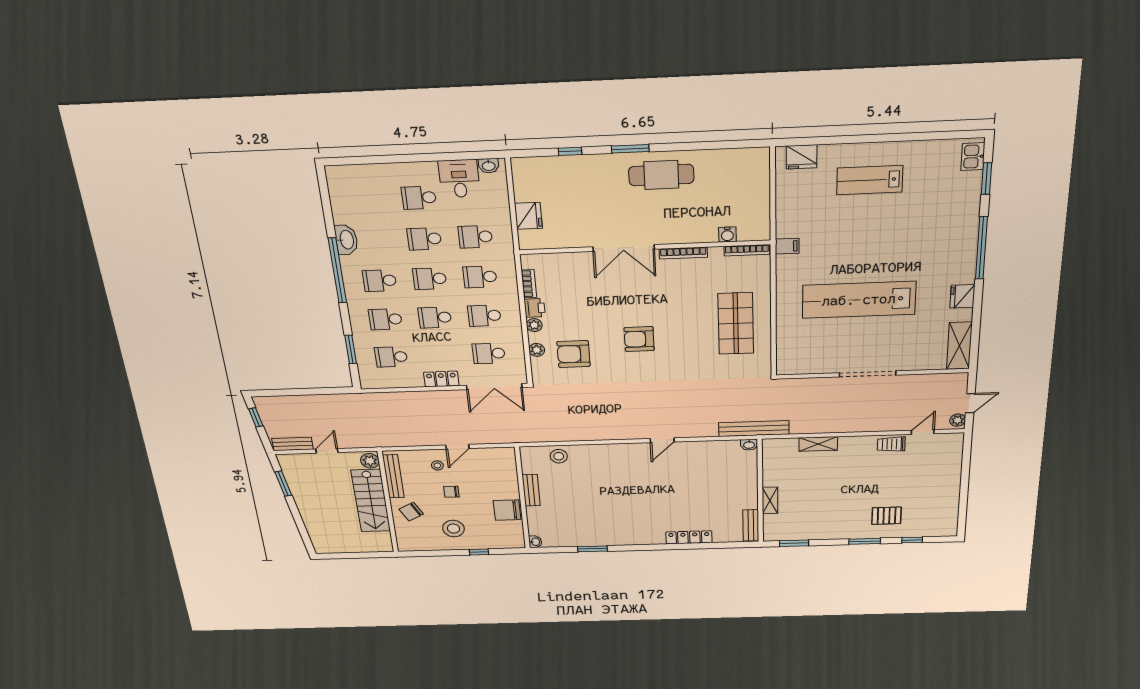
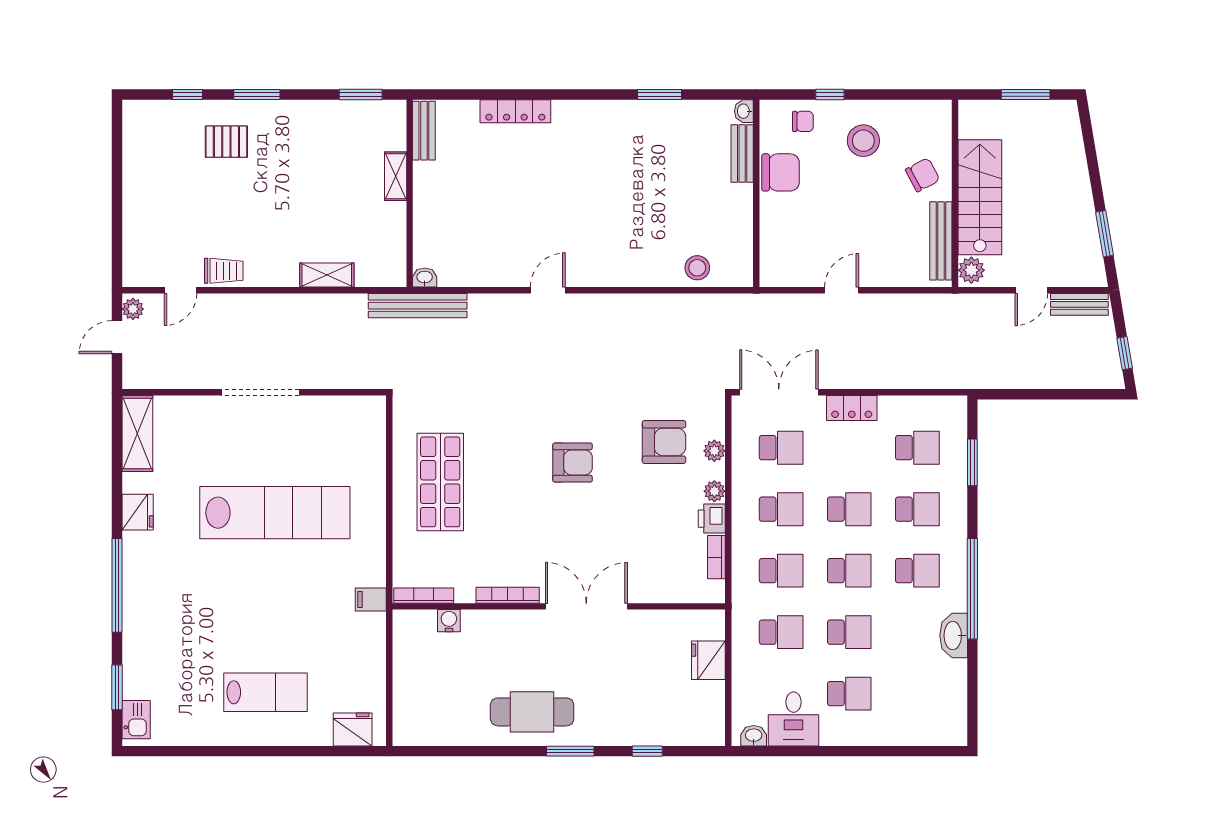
stool: (437, 466) -> (874, 258), removed
bench: (531, 490) -> (742, 154), moved
chair: (451, 492) -> (803, 121), moved
window: (350, 555) -> (1026, 95), added

